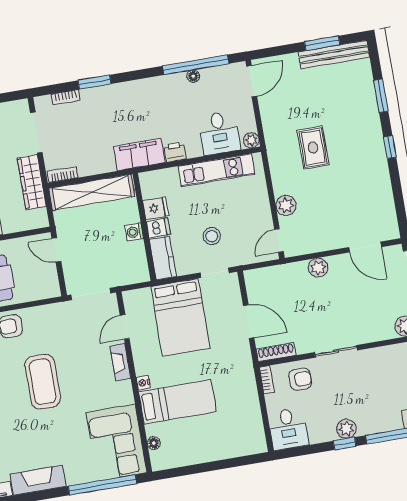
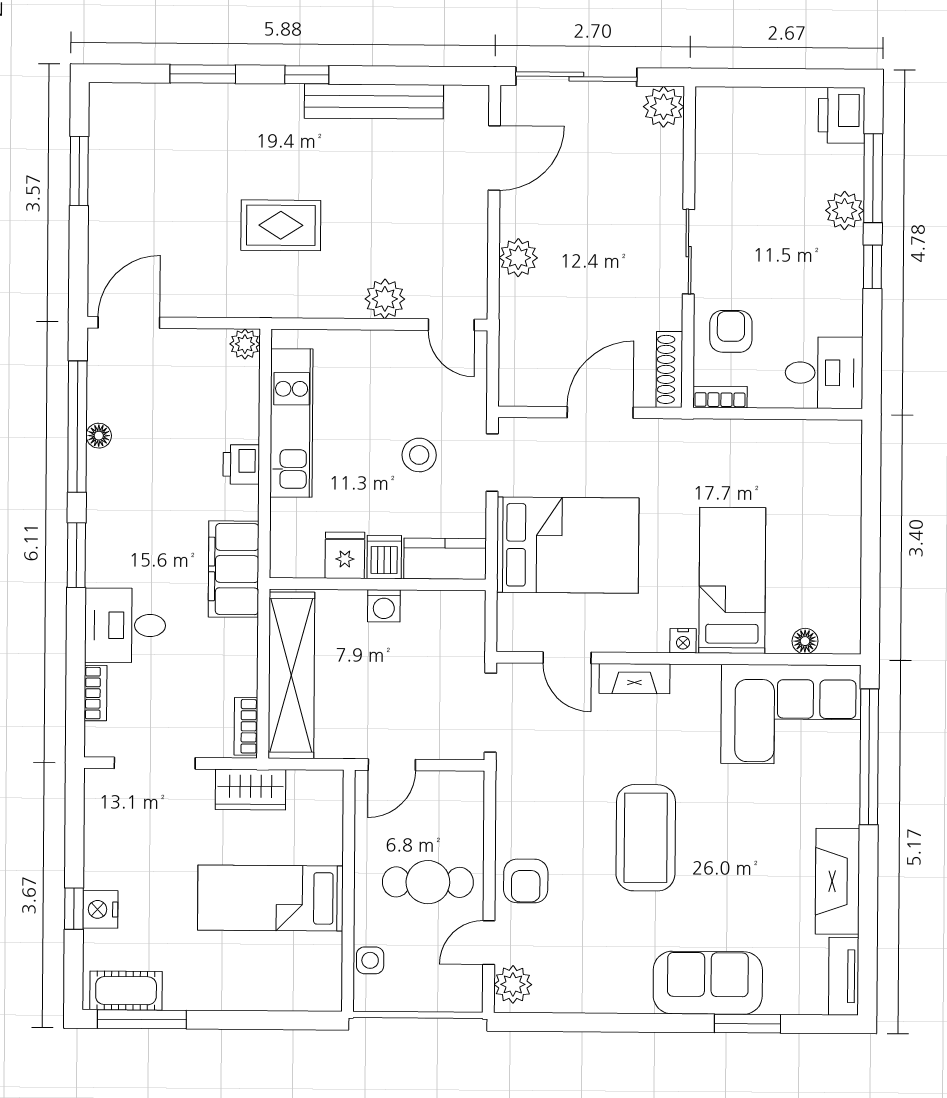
bench: (334, 55) -> (374, 101), moved, turned 90
door: (252, 81) -> (129, 323), hinge flipped
window: (94, 82) -> (76, 555), moved
desk: (219, 133) -> (125, 625), moved, turned 180
printer: (175, 152) -> (241, 464), moved
wardrobe: (32, 182) -> (250, 790), width x0.67
coffee table: (43, 382) -> (646, 838), turned 90
plant: (346, 429) -> (845, 210), moved

